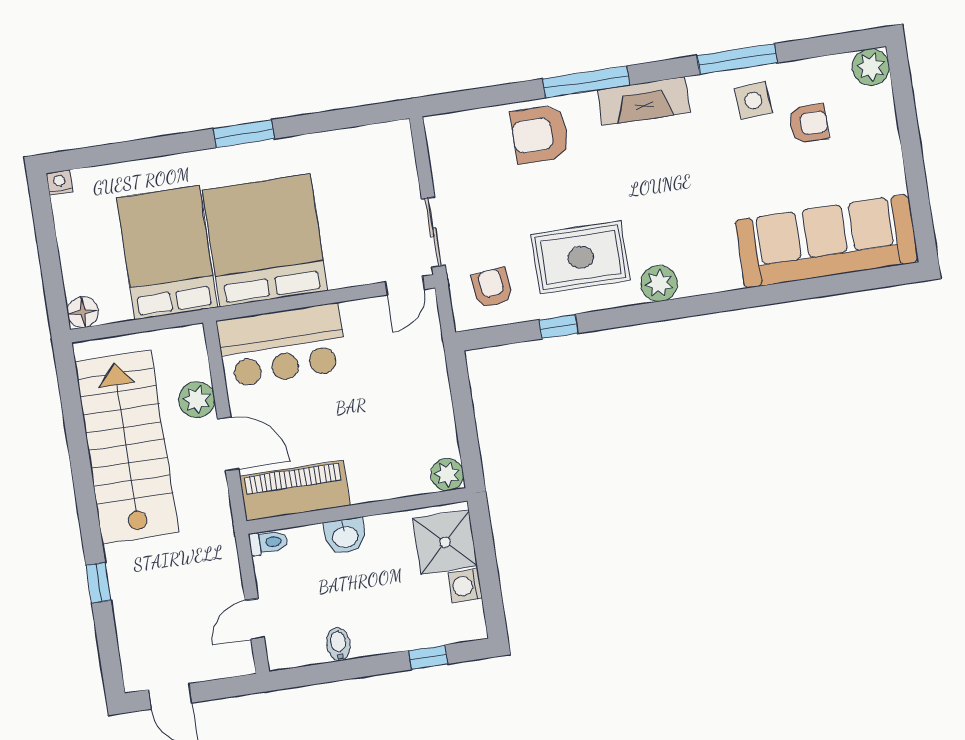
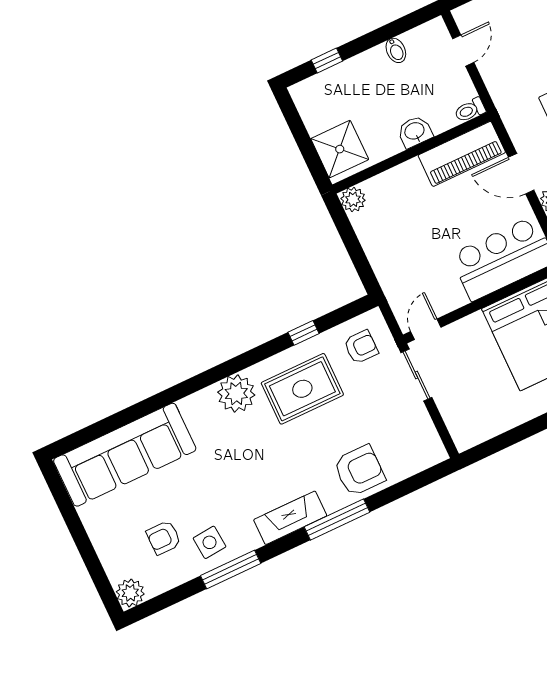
plant: (659, 283) -> (236, 394), width x1.36, depth x1.36
armchair: (492, 288) -> (361, 347), turned -84
washing machine: (465, 586) -> (315, 121), removed

